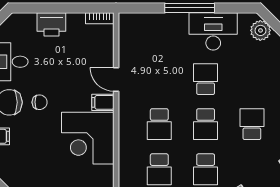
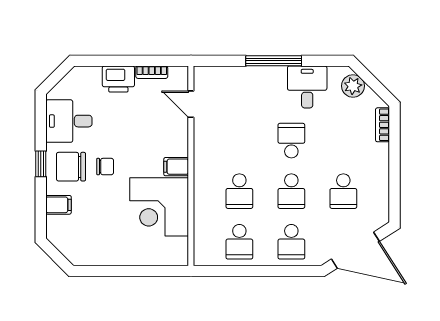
bookcase: (100, 18) -> (152, 72), moved
desk: (213, 31) -> (307, 87), width x0.73
door: (116, 79) -> (191, 104), moved
school desk: (252, 124) -> (343, 191), turned 180

